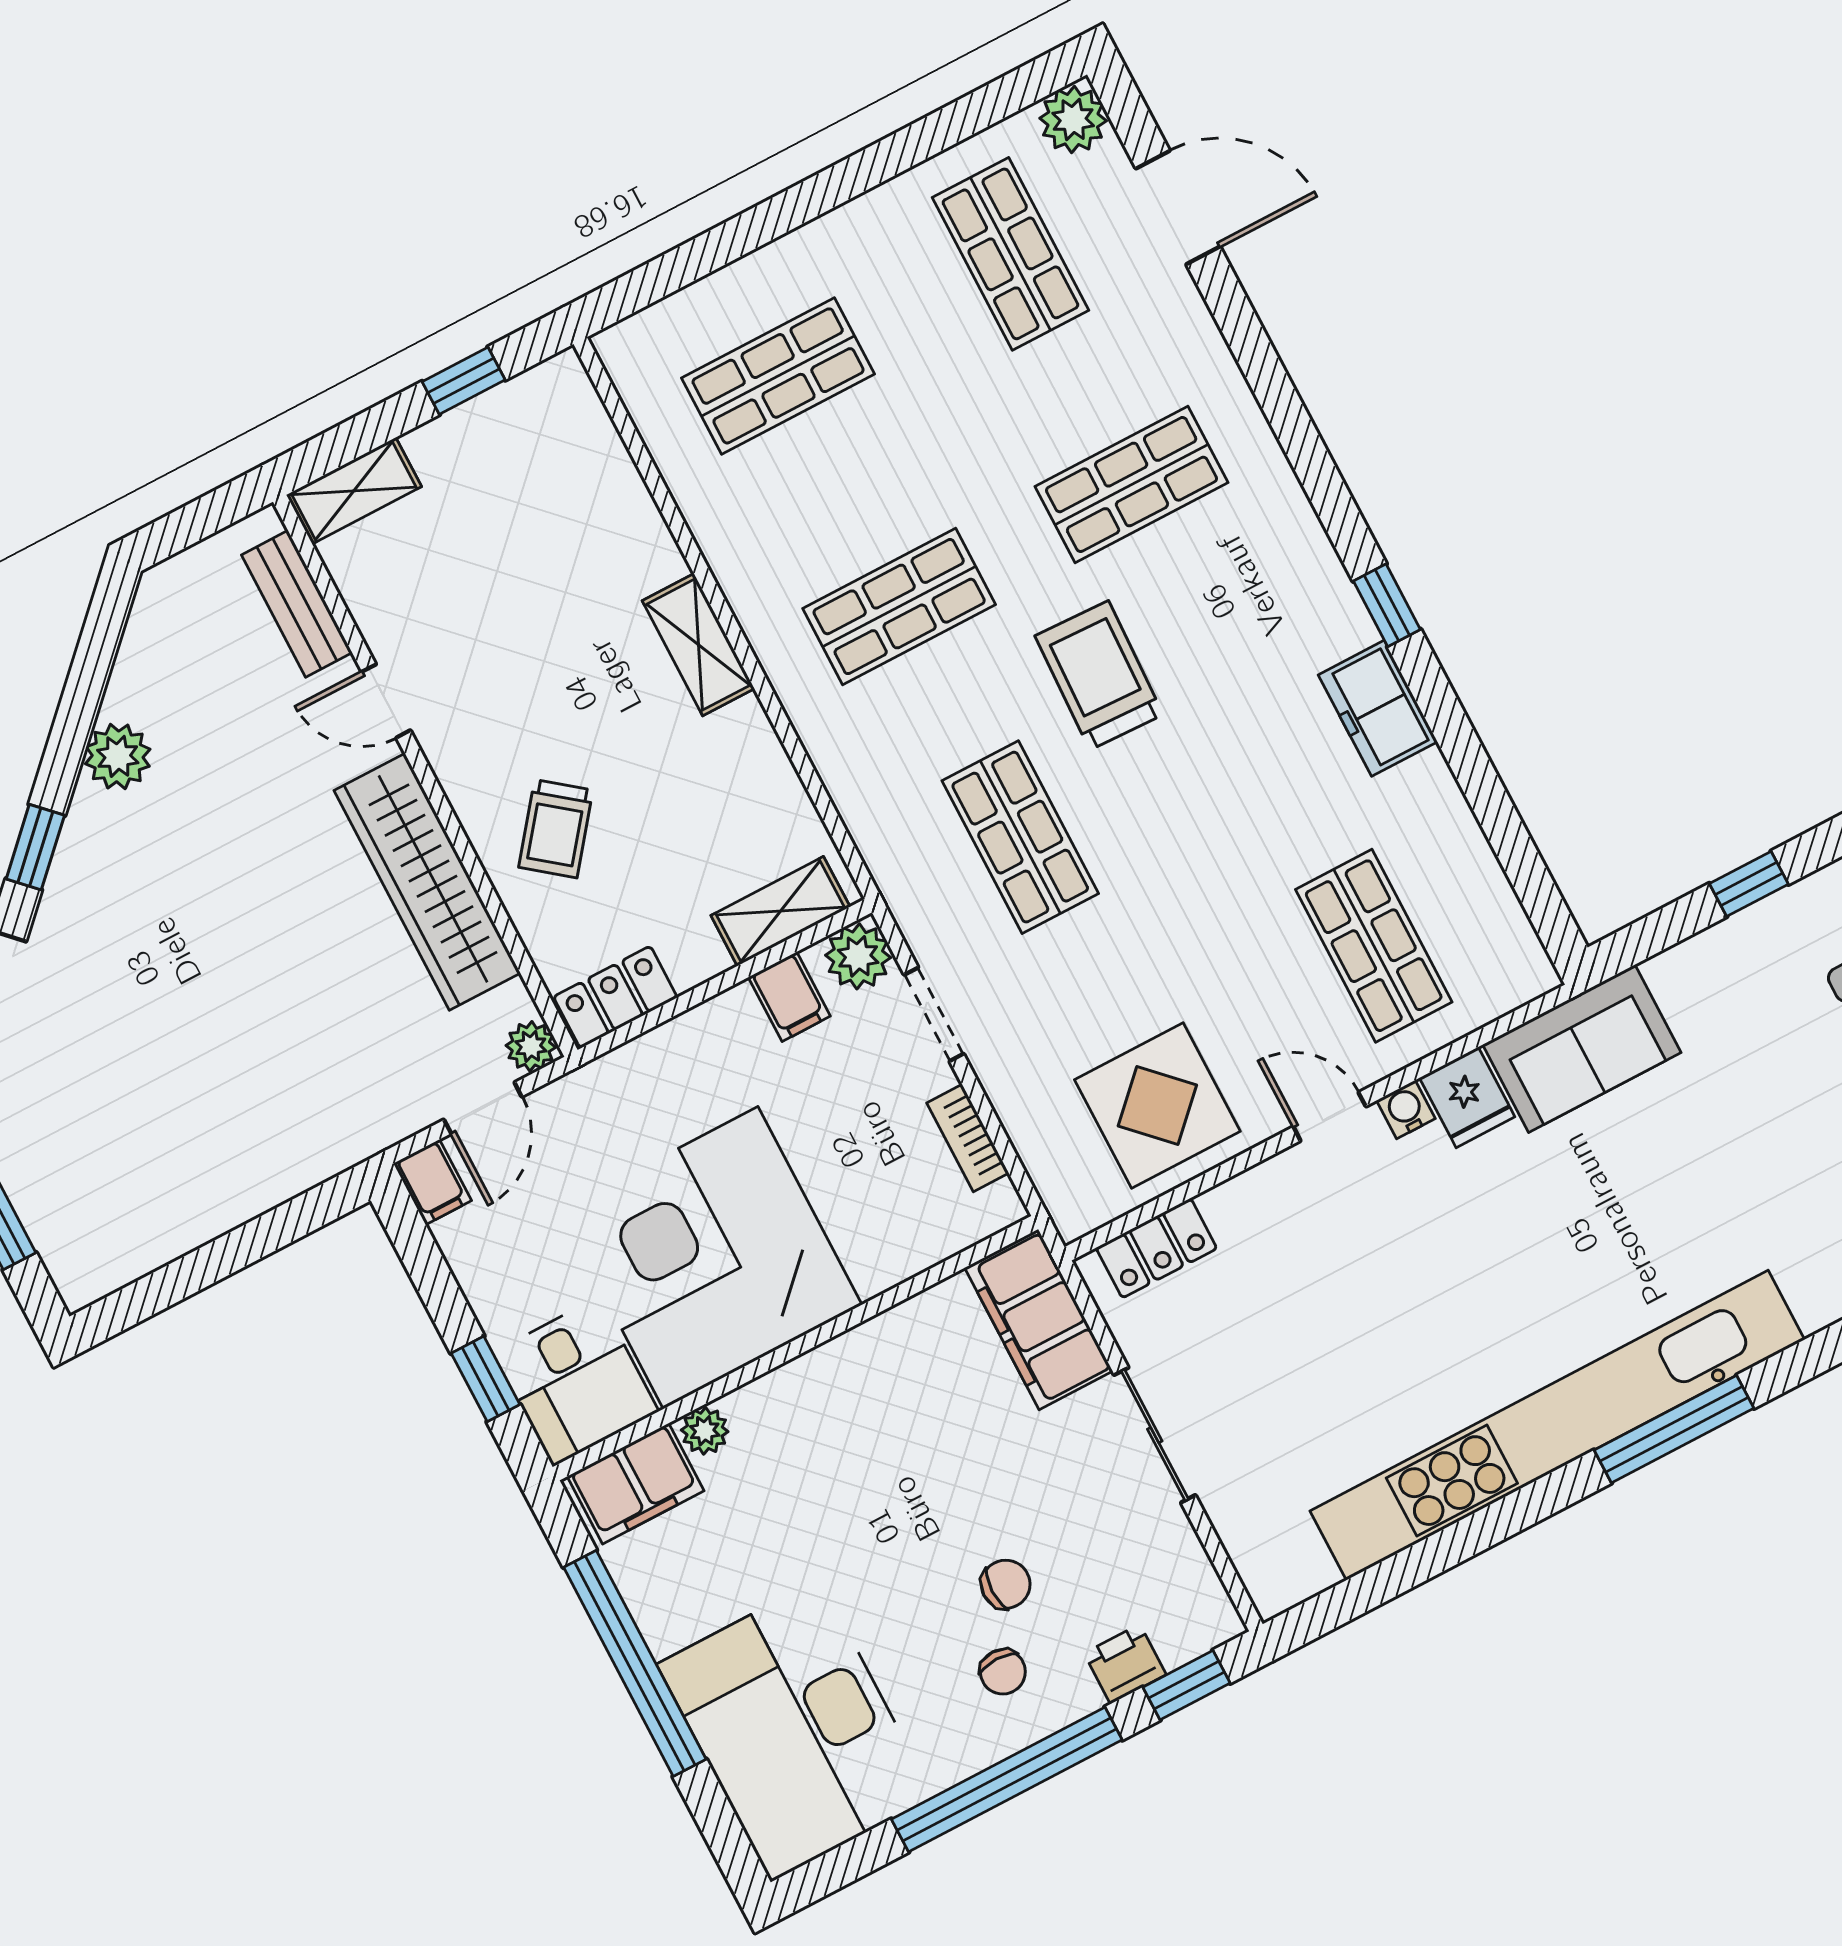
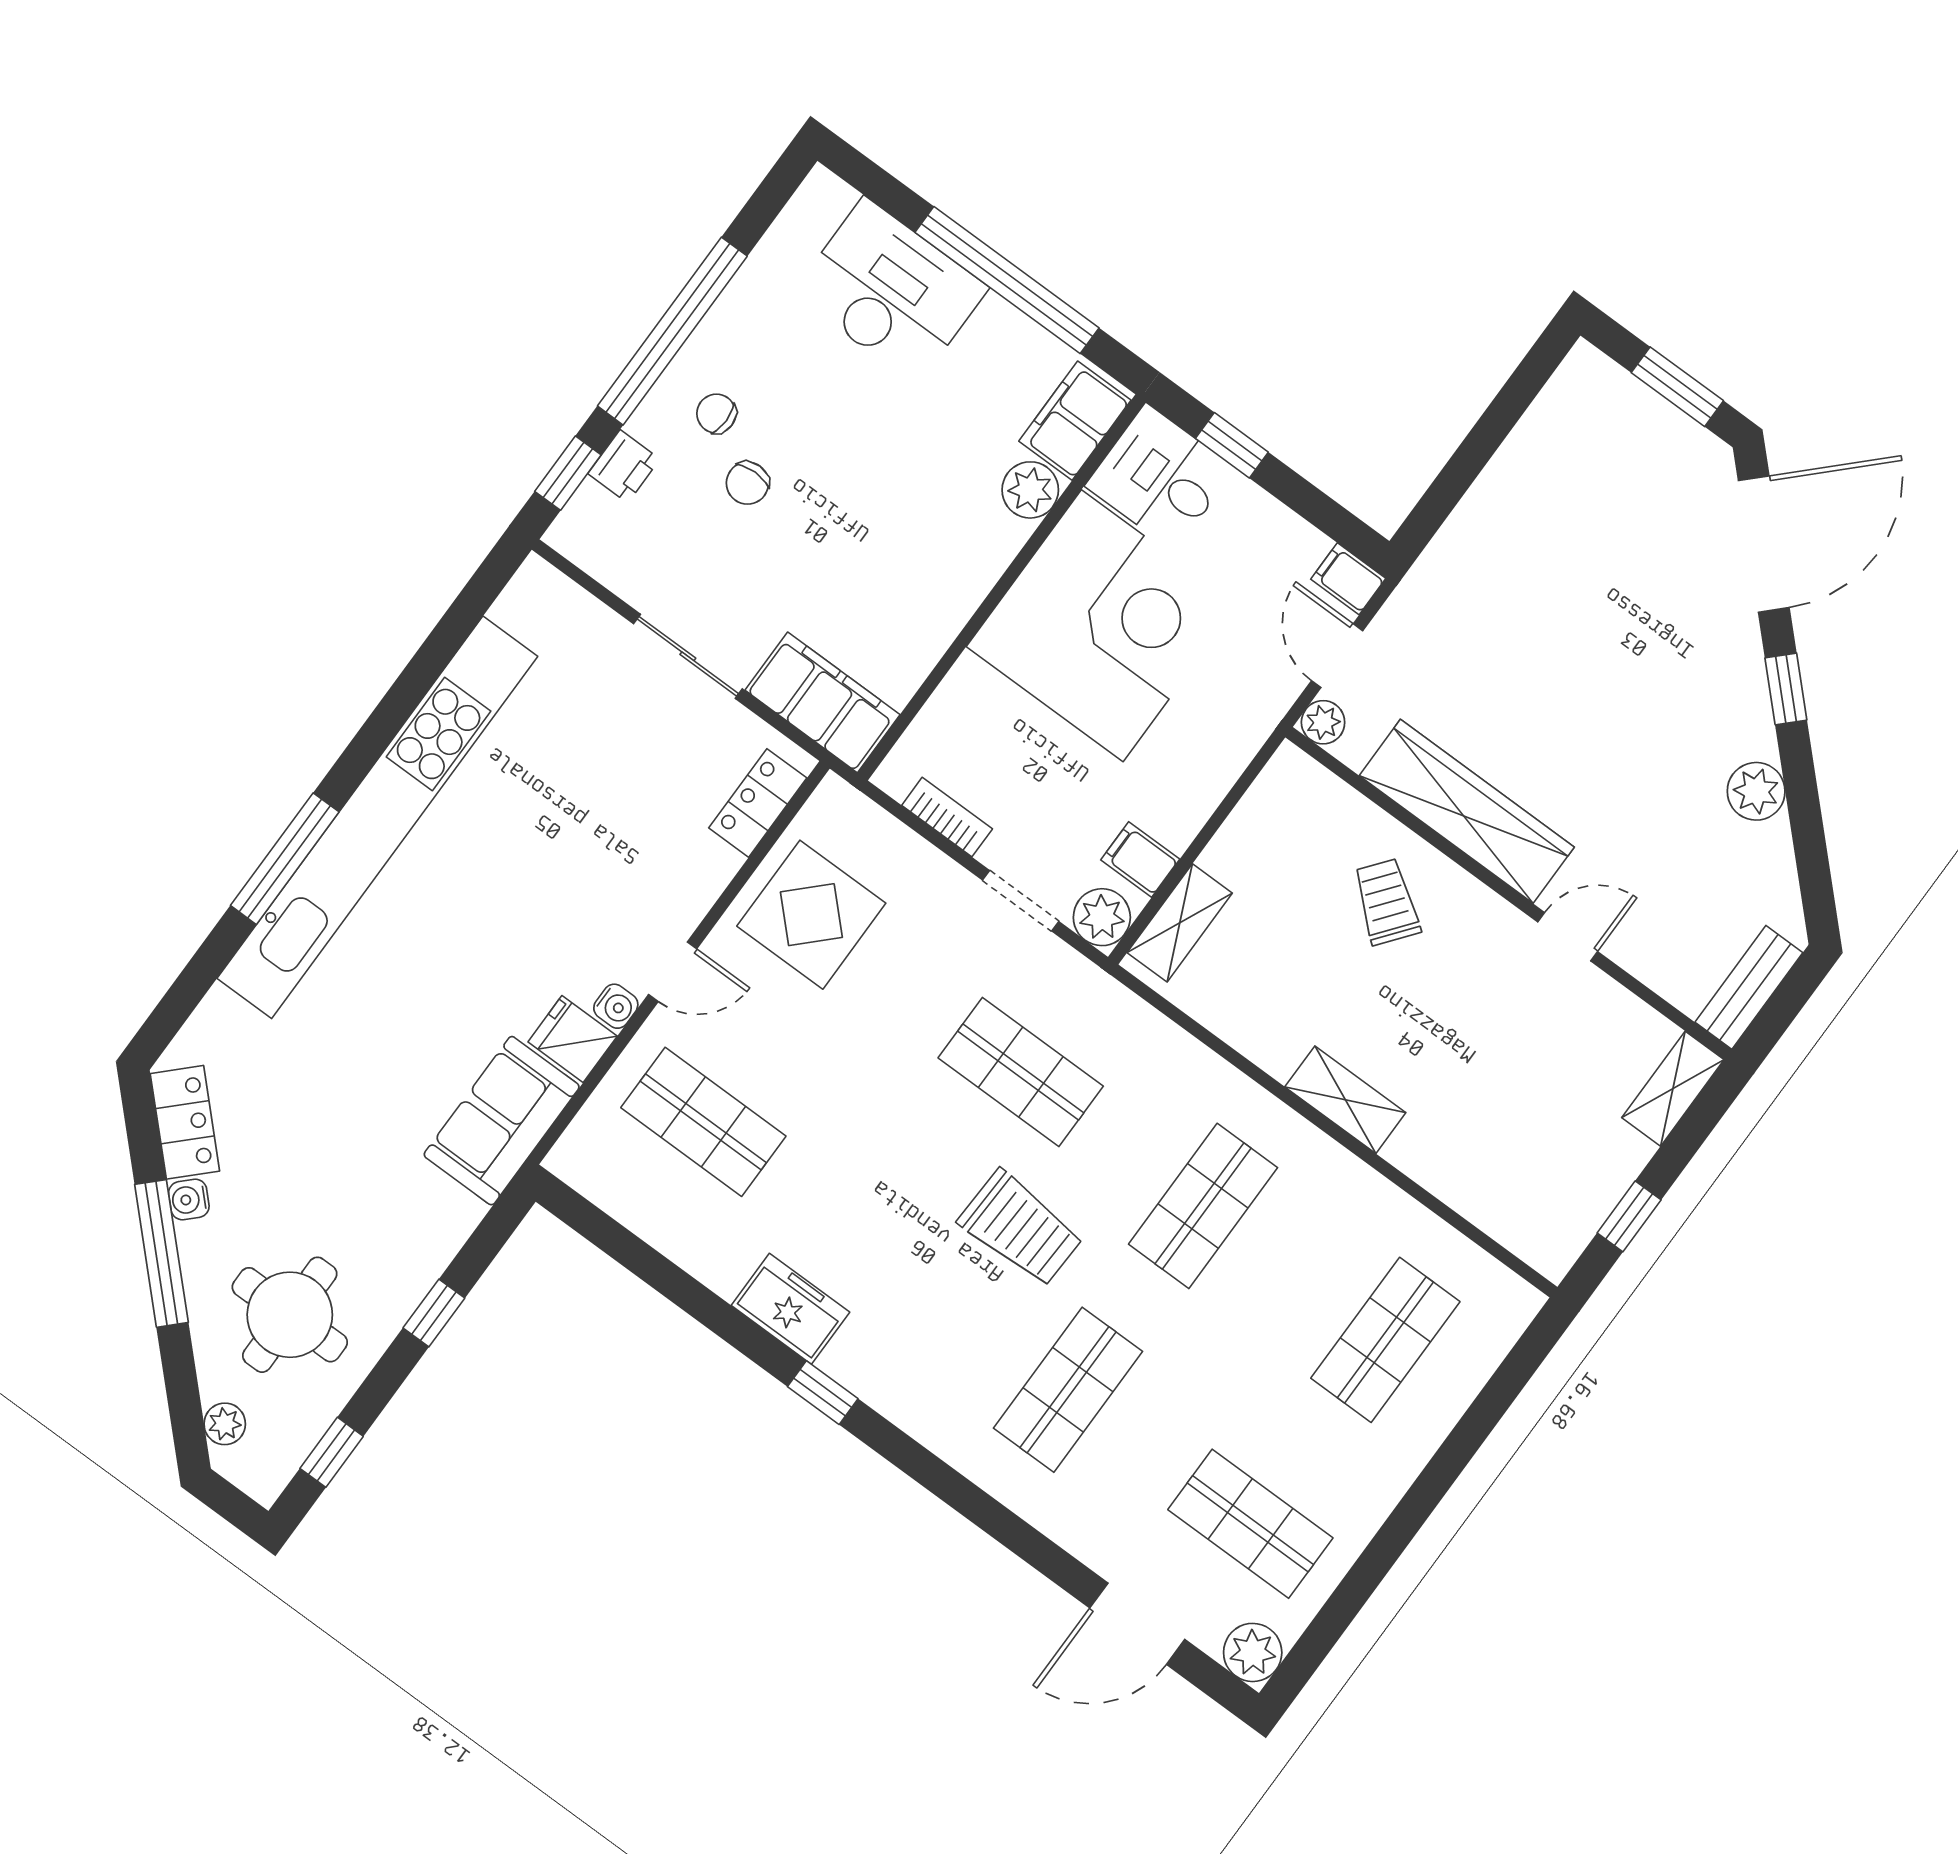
bench: (297, 604) -> (1749, 987), moved, turned 90
locker: (615, 997) -> (1276, 793), removed
plant: (705, 1431) -> (1030, 490), width x1.38, depth x1.38
desk: (795, 1730) -> (890, 291), width x0.73, depth x0.77

